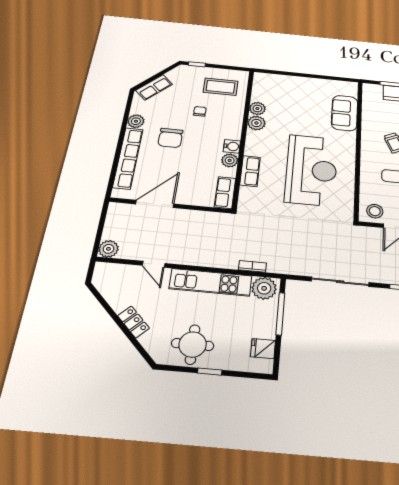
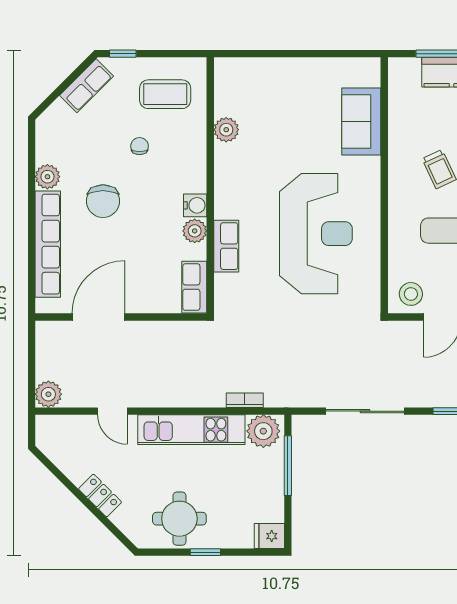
row of seats: (154, 87) -> (86, 86), moved
plant: (256, 123) -> (227, 158), removed
fridge: (263, 349) -> (269, 536), moved

